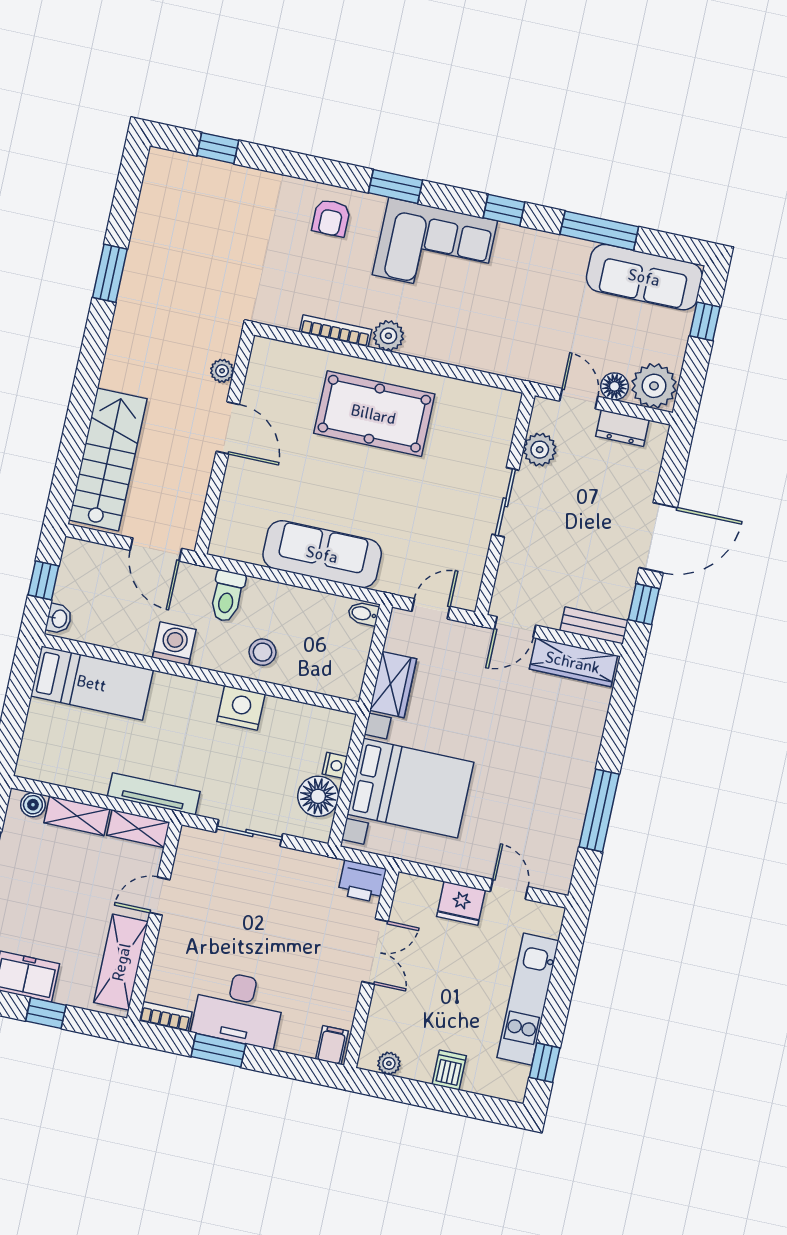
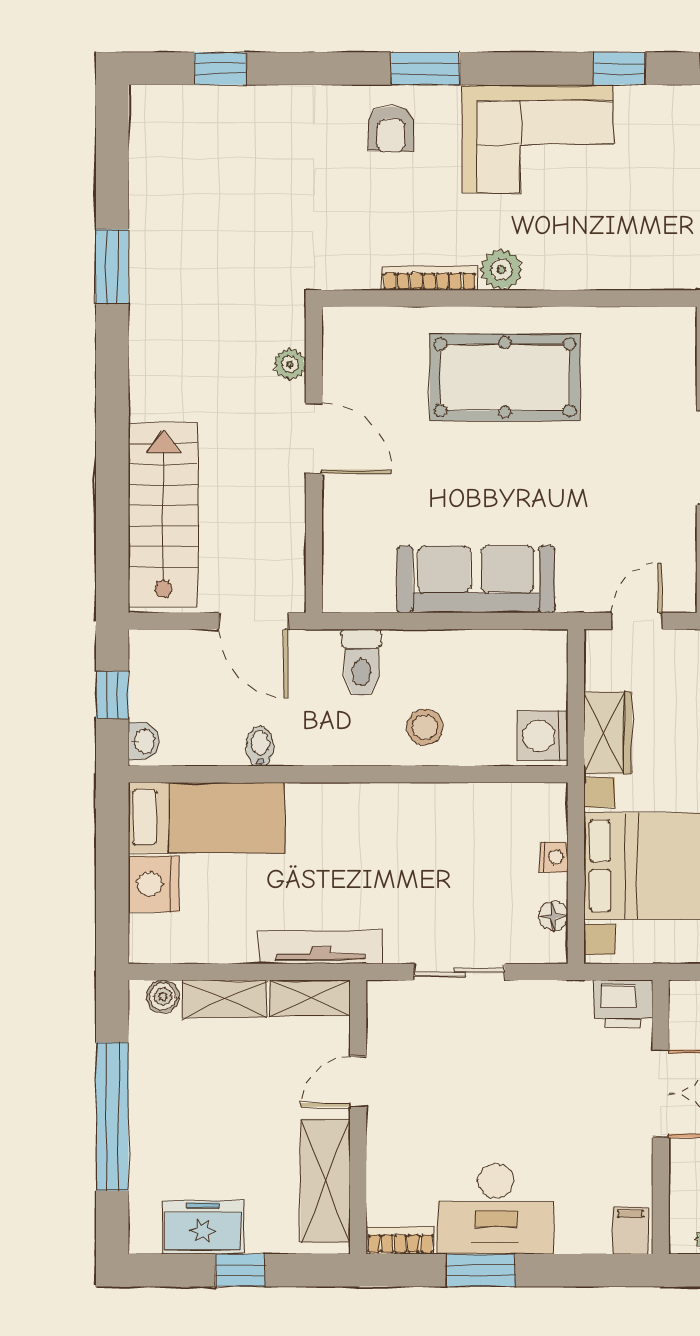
window: (395, 186) -> (426, 69), moved
bidet: (363, 614) -> (260, 746), moved, turned 90
washing machine: (174, 643) -> (543, 736), moved, turned -90
nightstand: (241, 708) -> (154, 884), moved, turned -90
floor lamp: (318, 796) -> (553, 916), width x0.53, depth x0.53

